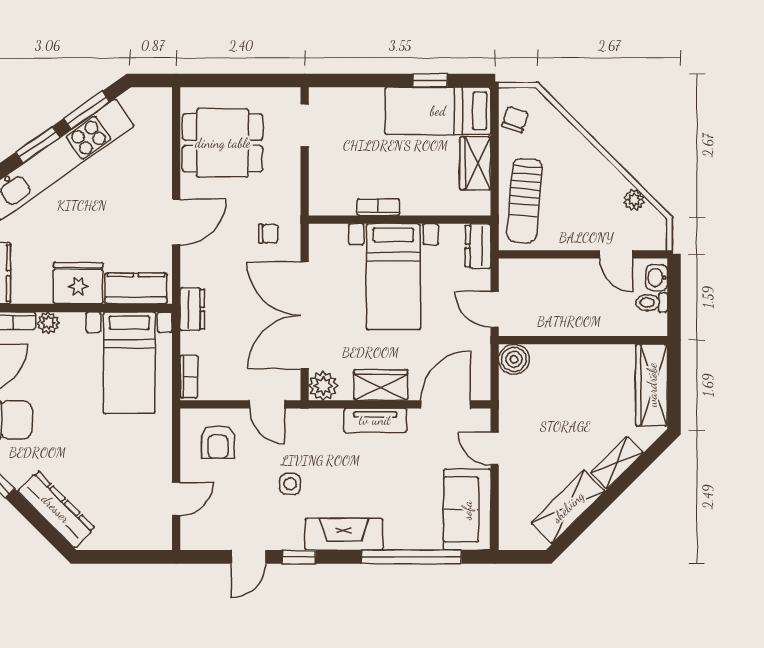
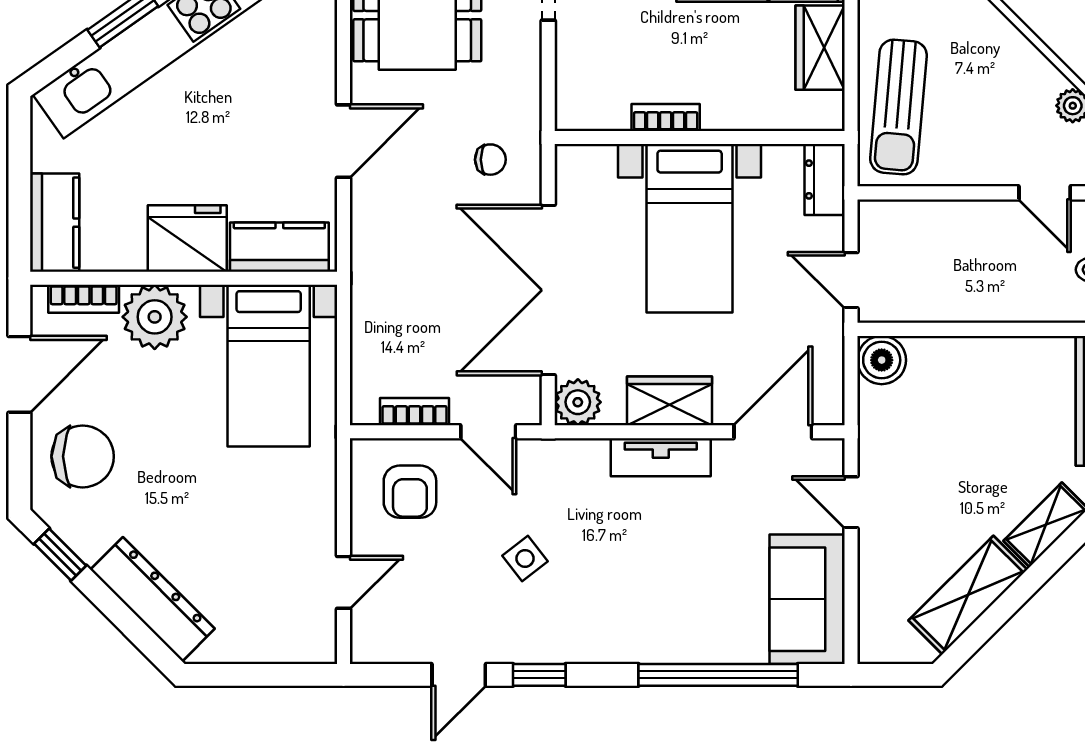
dresser: (192, 309) -> (369, 280), removed
plant: (48, 323) -> (155, 317), width x1.88, depth x1.88
bookcase: (189, 377) -> (415, 412), moved, turned -90
side table: (290, 484) -> (525, 558), turned -38
fireplace: (344, 534) -> (611, 639), removed

